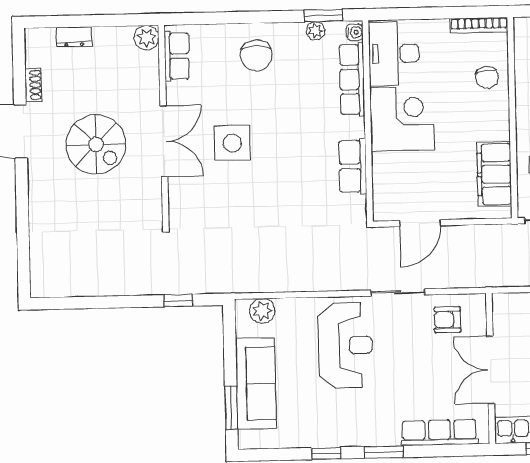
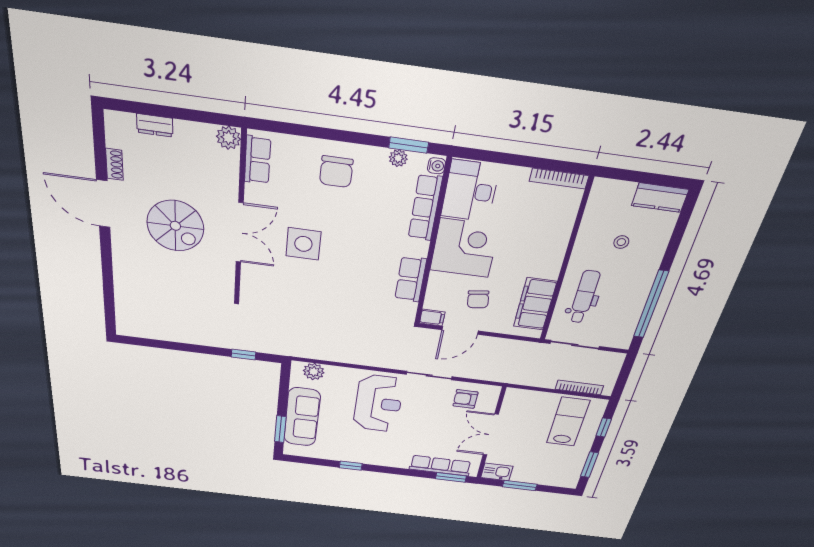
chair: (487, 77) -> (478, 299), moved
filing cabinet: (386, 211) -> (432, 318), added
window: (384, 452) -> (451, 477), moved

